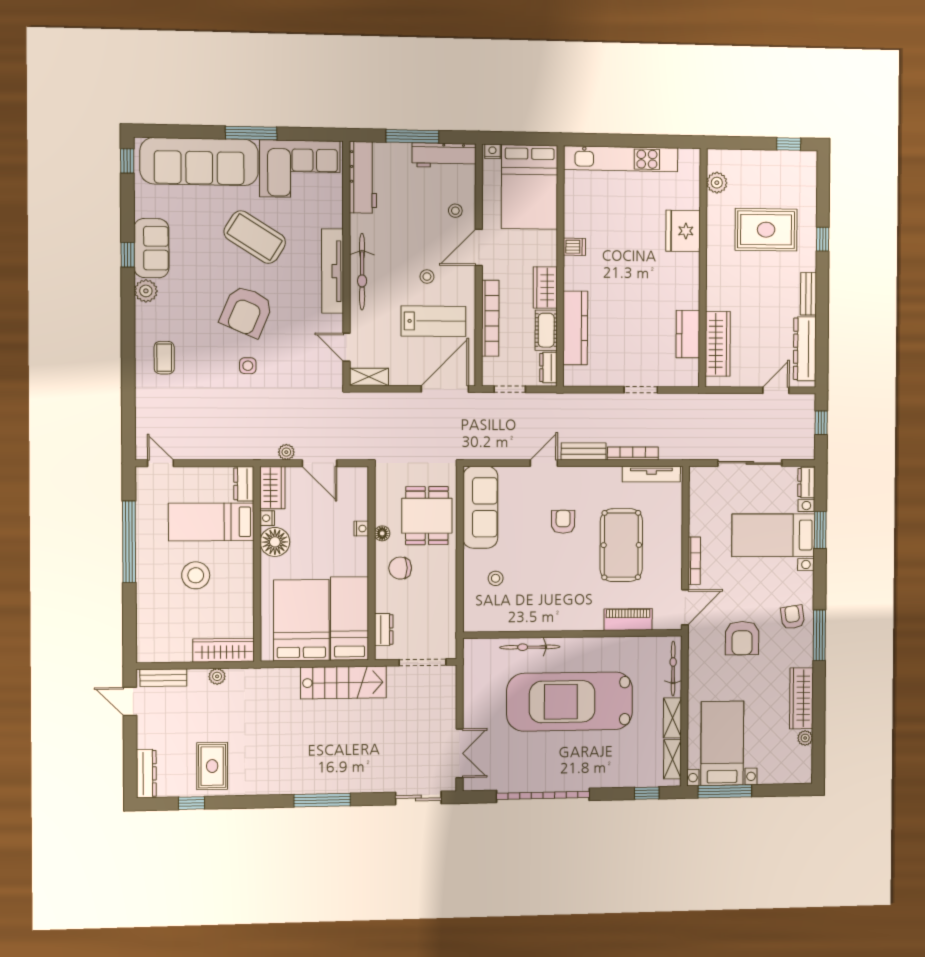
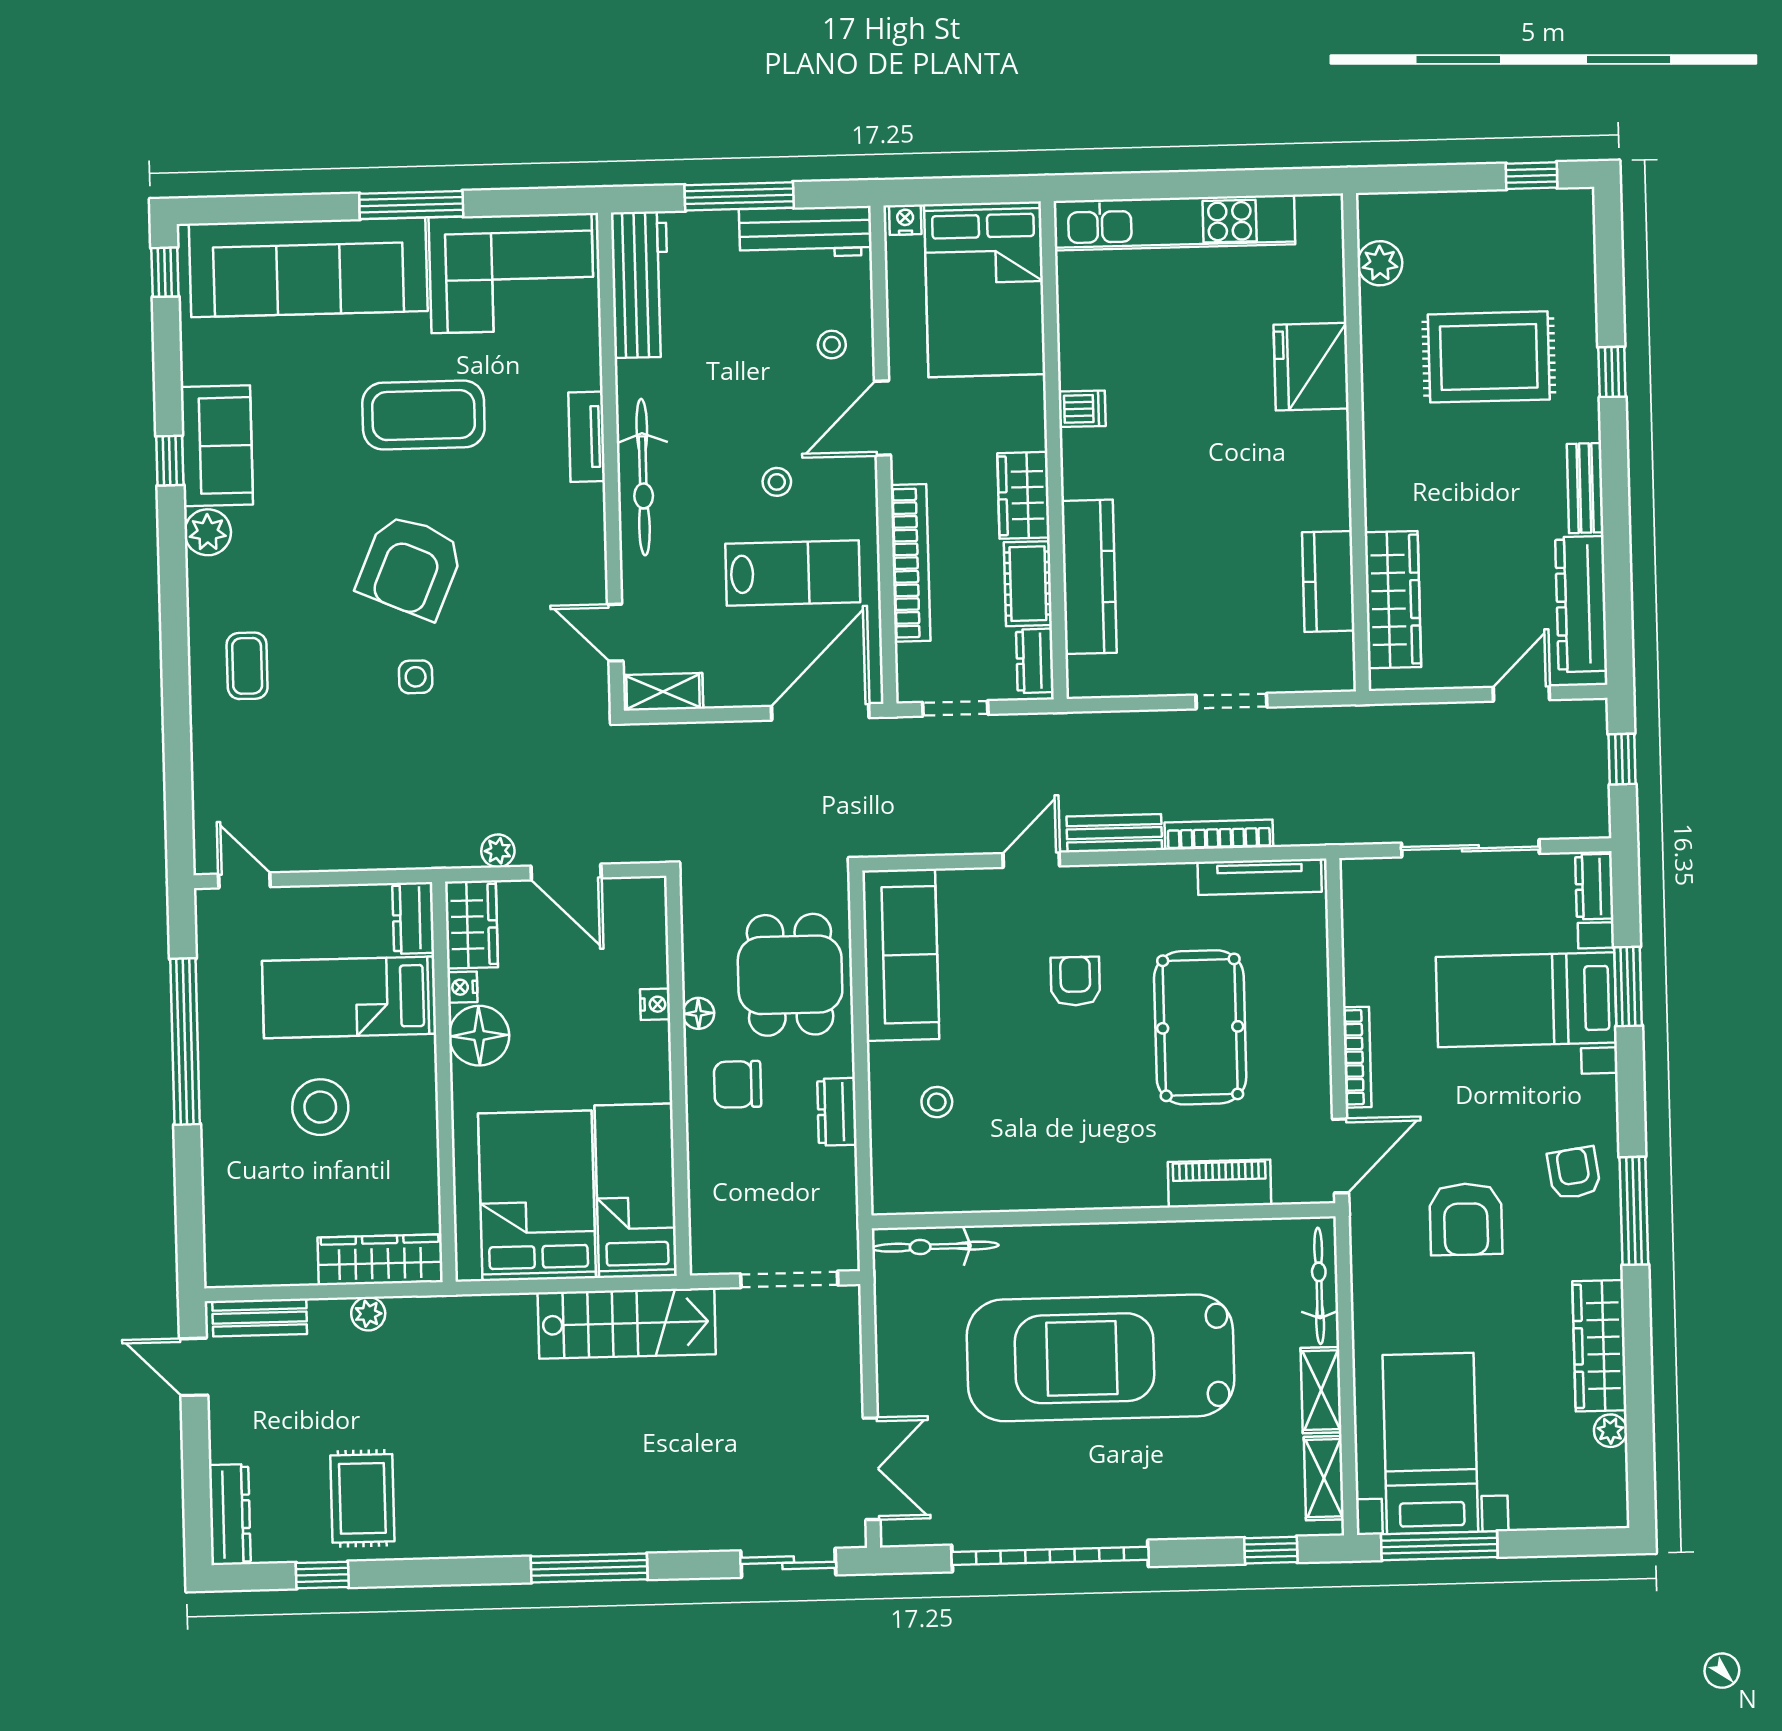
coffee table: (255, 237) -> (423, 415), turned -32
tv unit: (333, 271) -> (587, 437), width x0.52, depth x0.78
dresser: (384, 629) -> (837, 1112), moved, turned 180
bicycle: (530, 647) -> (935, 1247), moved

